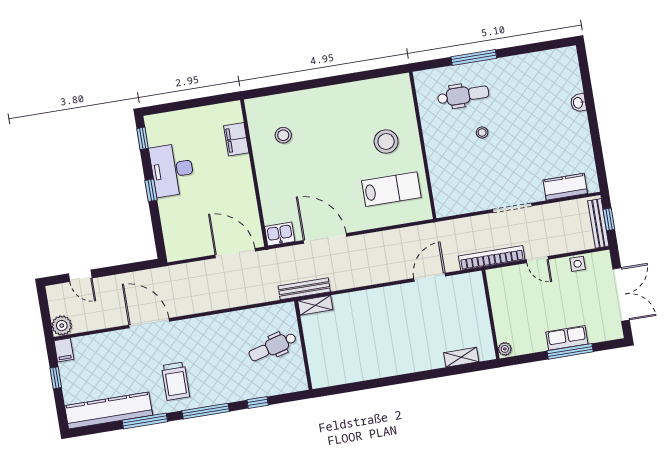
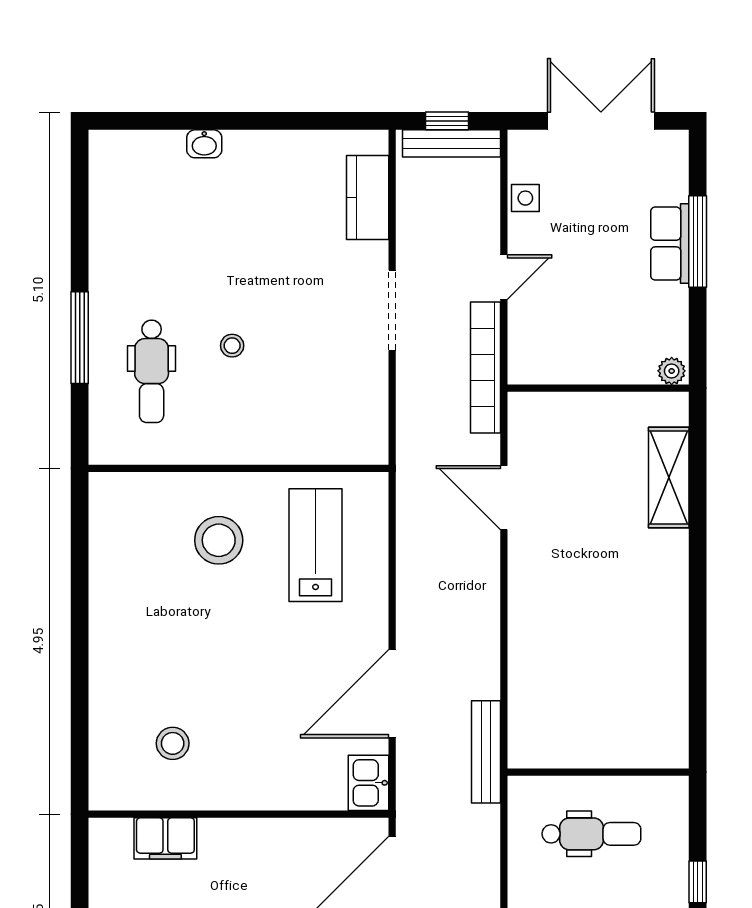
dental chair: (463, 95) -> (152, 371), turned 180
shelving: (315, 305) -> (523, 735), removed
dental chair: (273, 347) -> (591, 834), turned -75
shelving: (461, 357) -> (669, 478), width x1.50, depth x1.33

